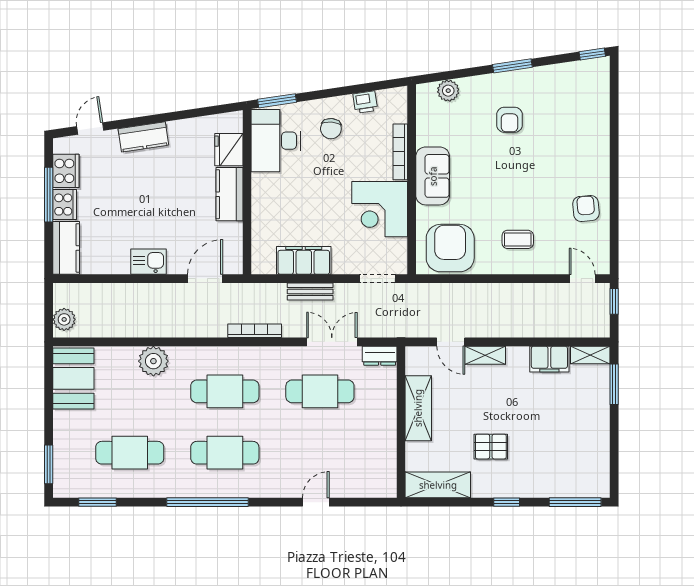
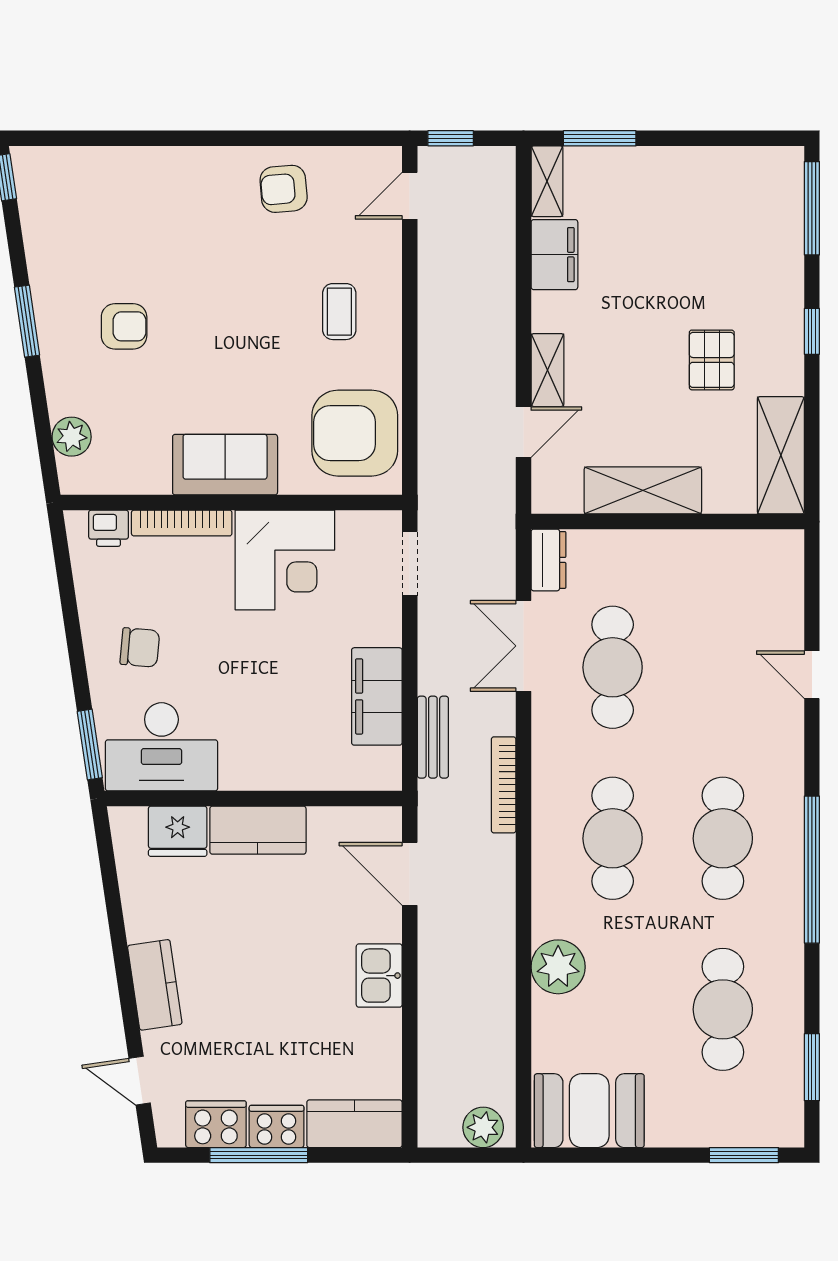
printer: (365, 102) -> (109, 528), moved, turned 98
bench: (310, 292) -> (433, 737), moved

